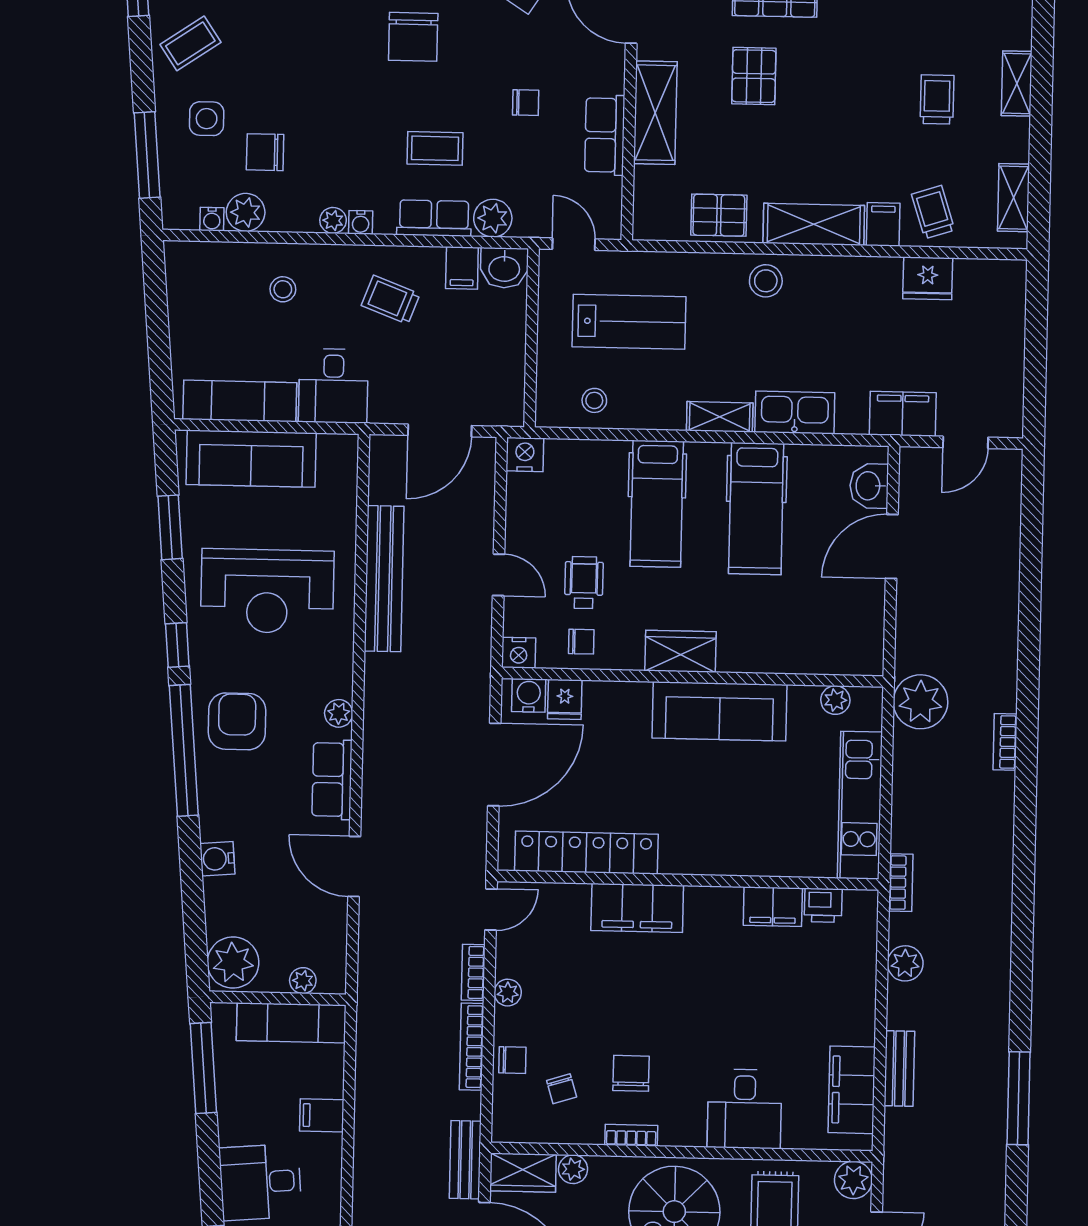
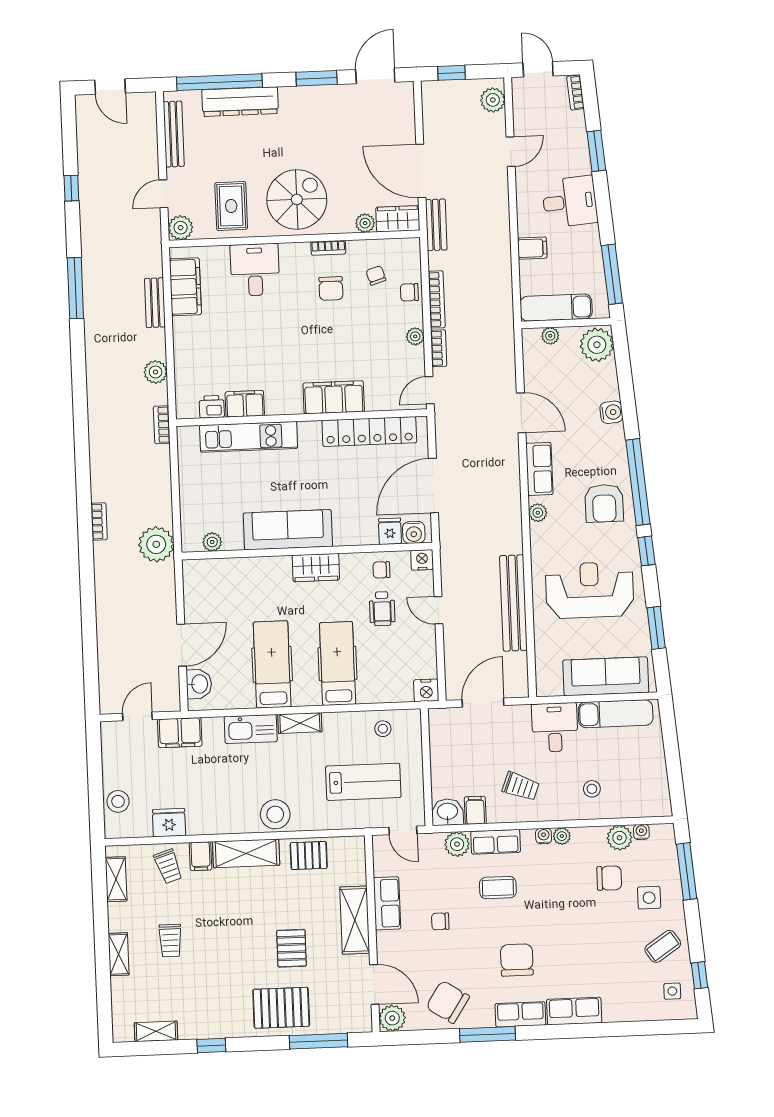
stool: (766, 281) -> (275, 814), width x1.38, depth x1.38
stool: (1003, 315) -> (118, 801), added
lab bench: (629, 322) -> (363, 782), turned 180
kitchen unit: (860, 805) -> (249, 437), moved, turned 90

